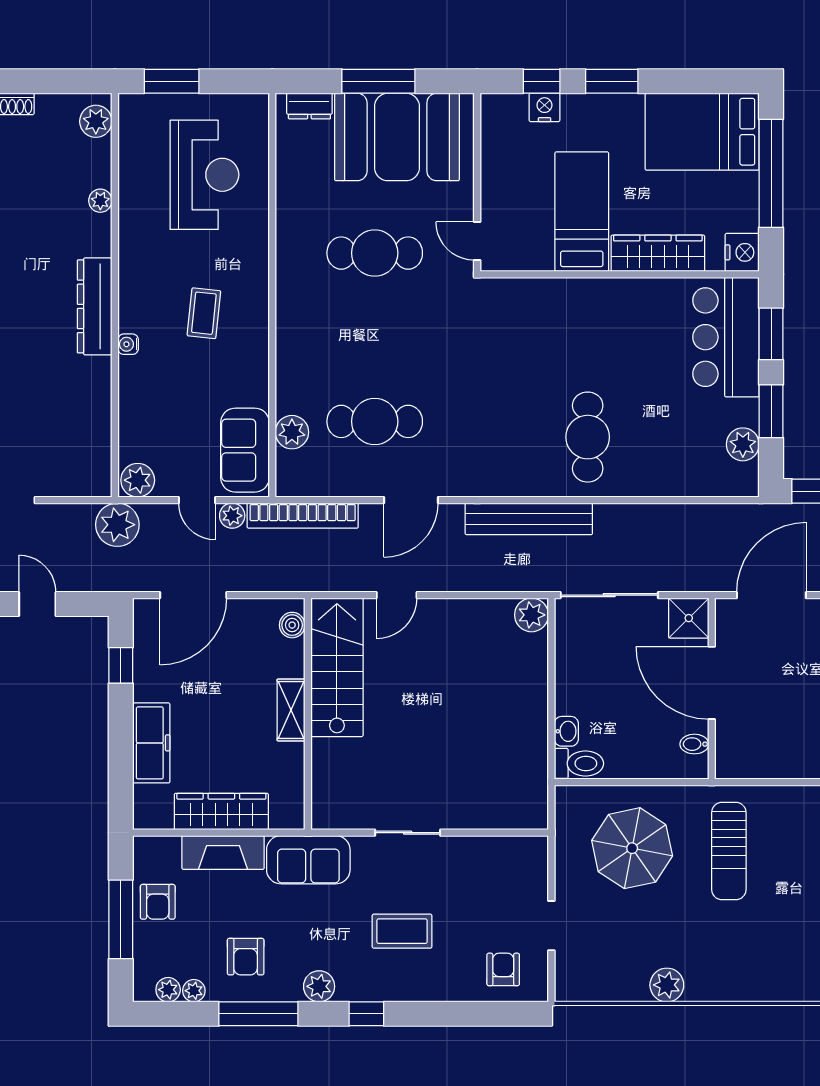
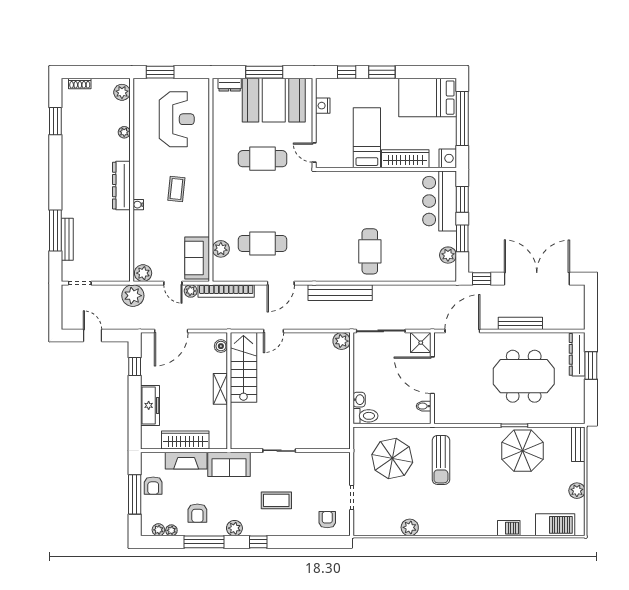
nightstand: (544, 107) -> (323, 106), moved, turned -90

